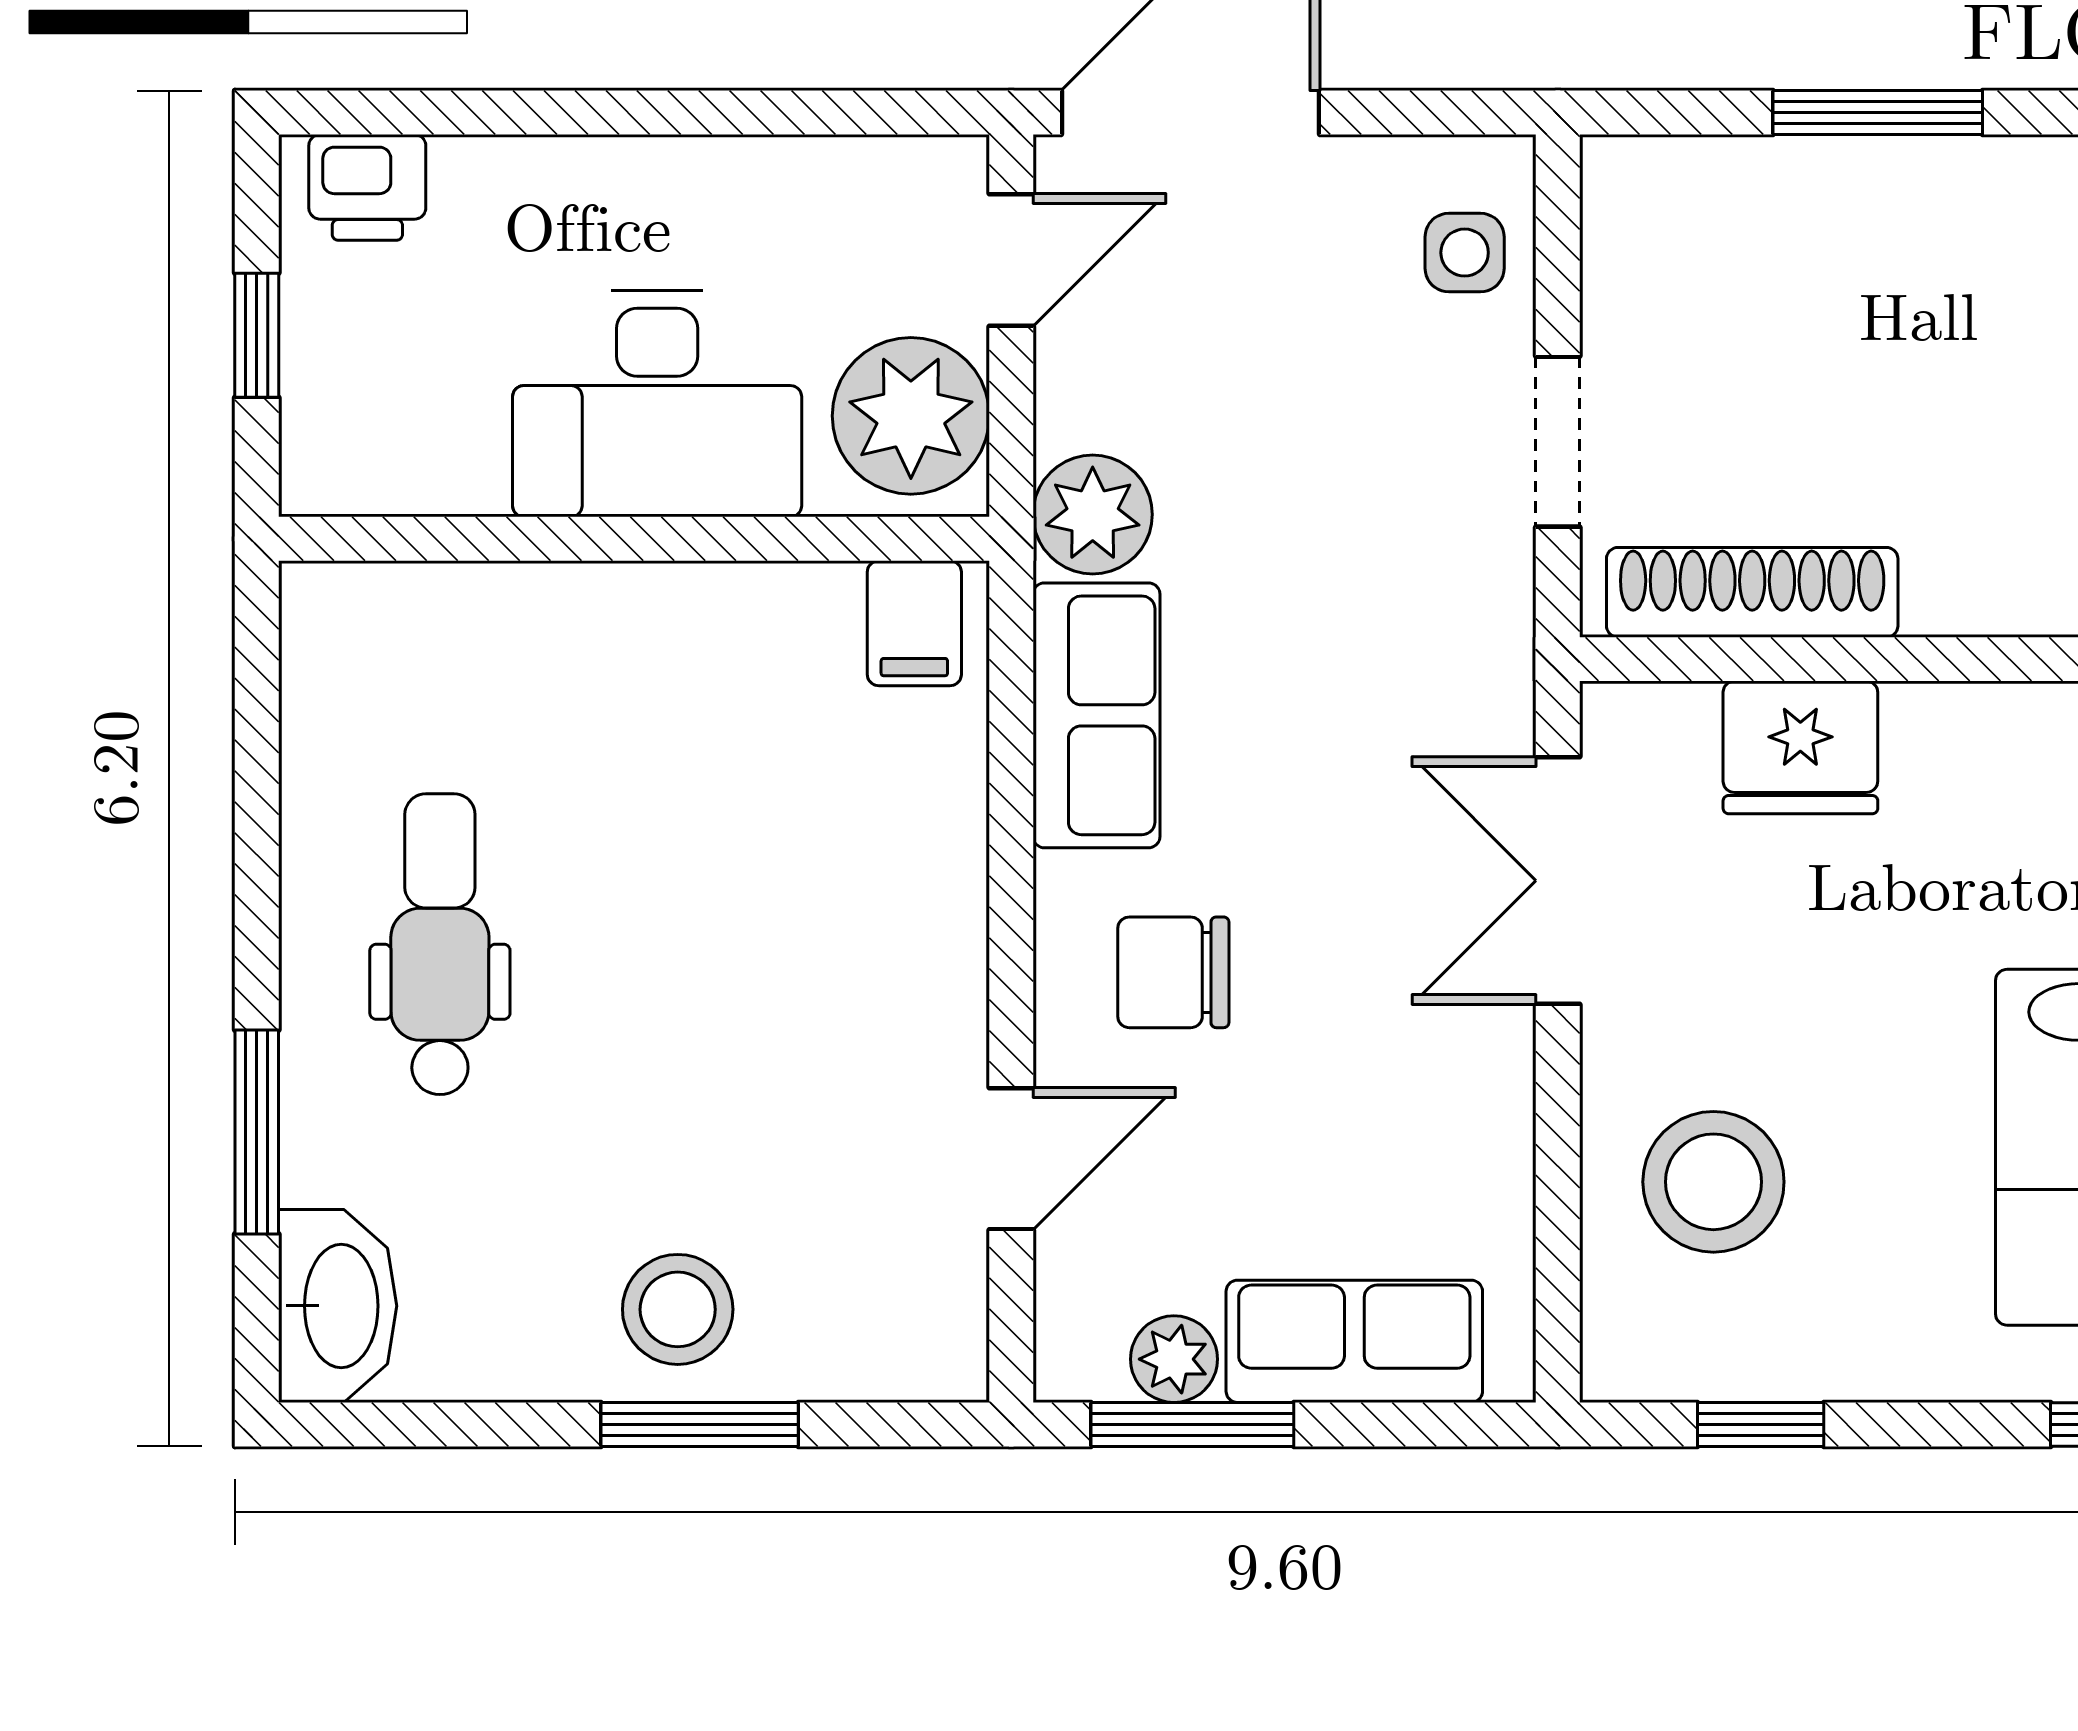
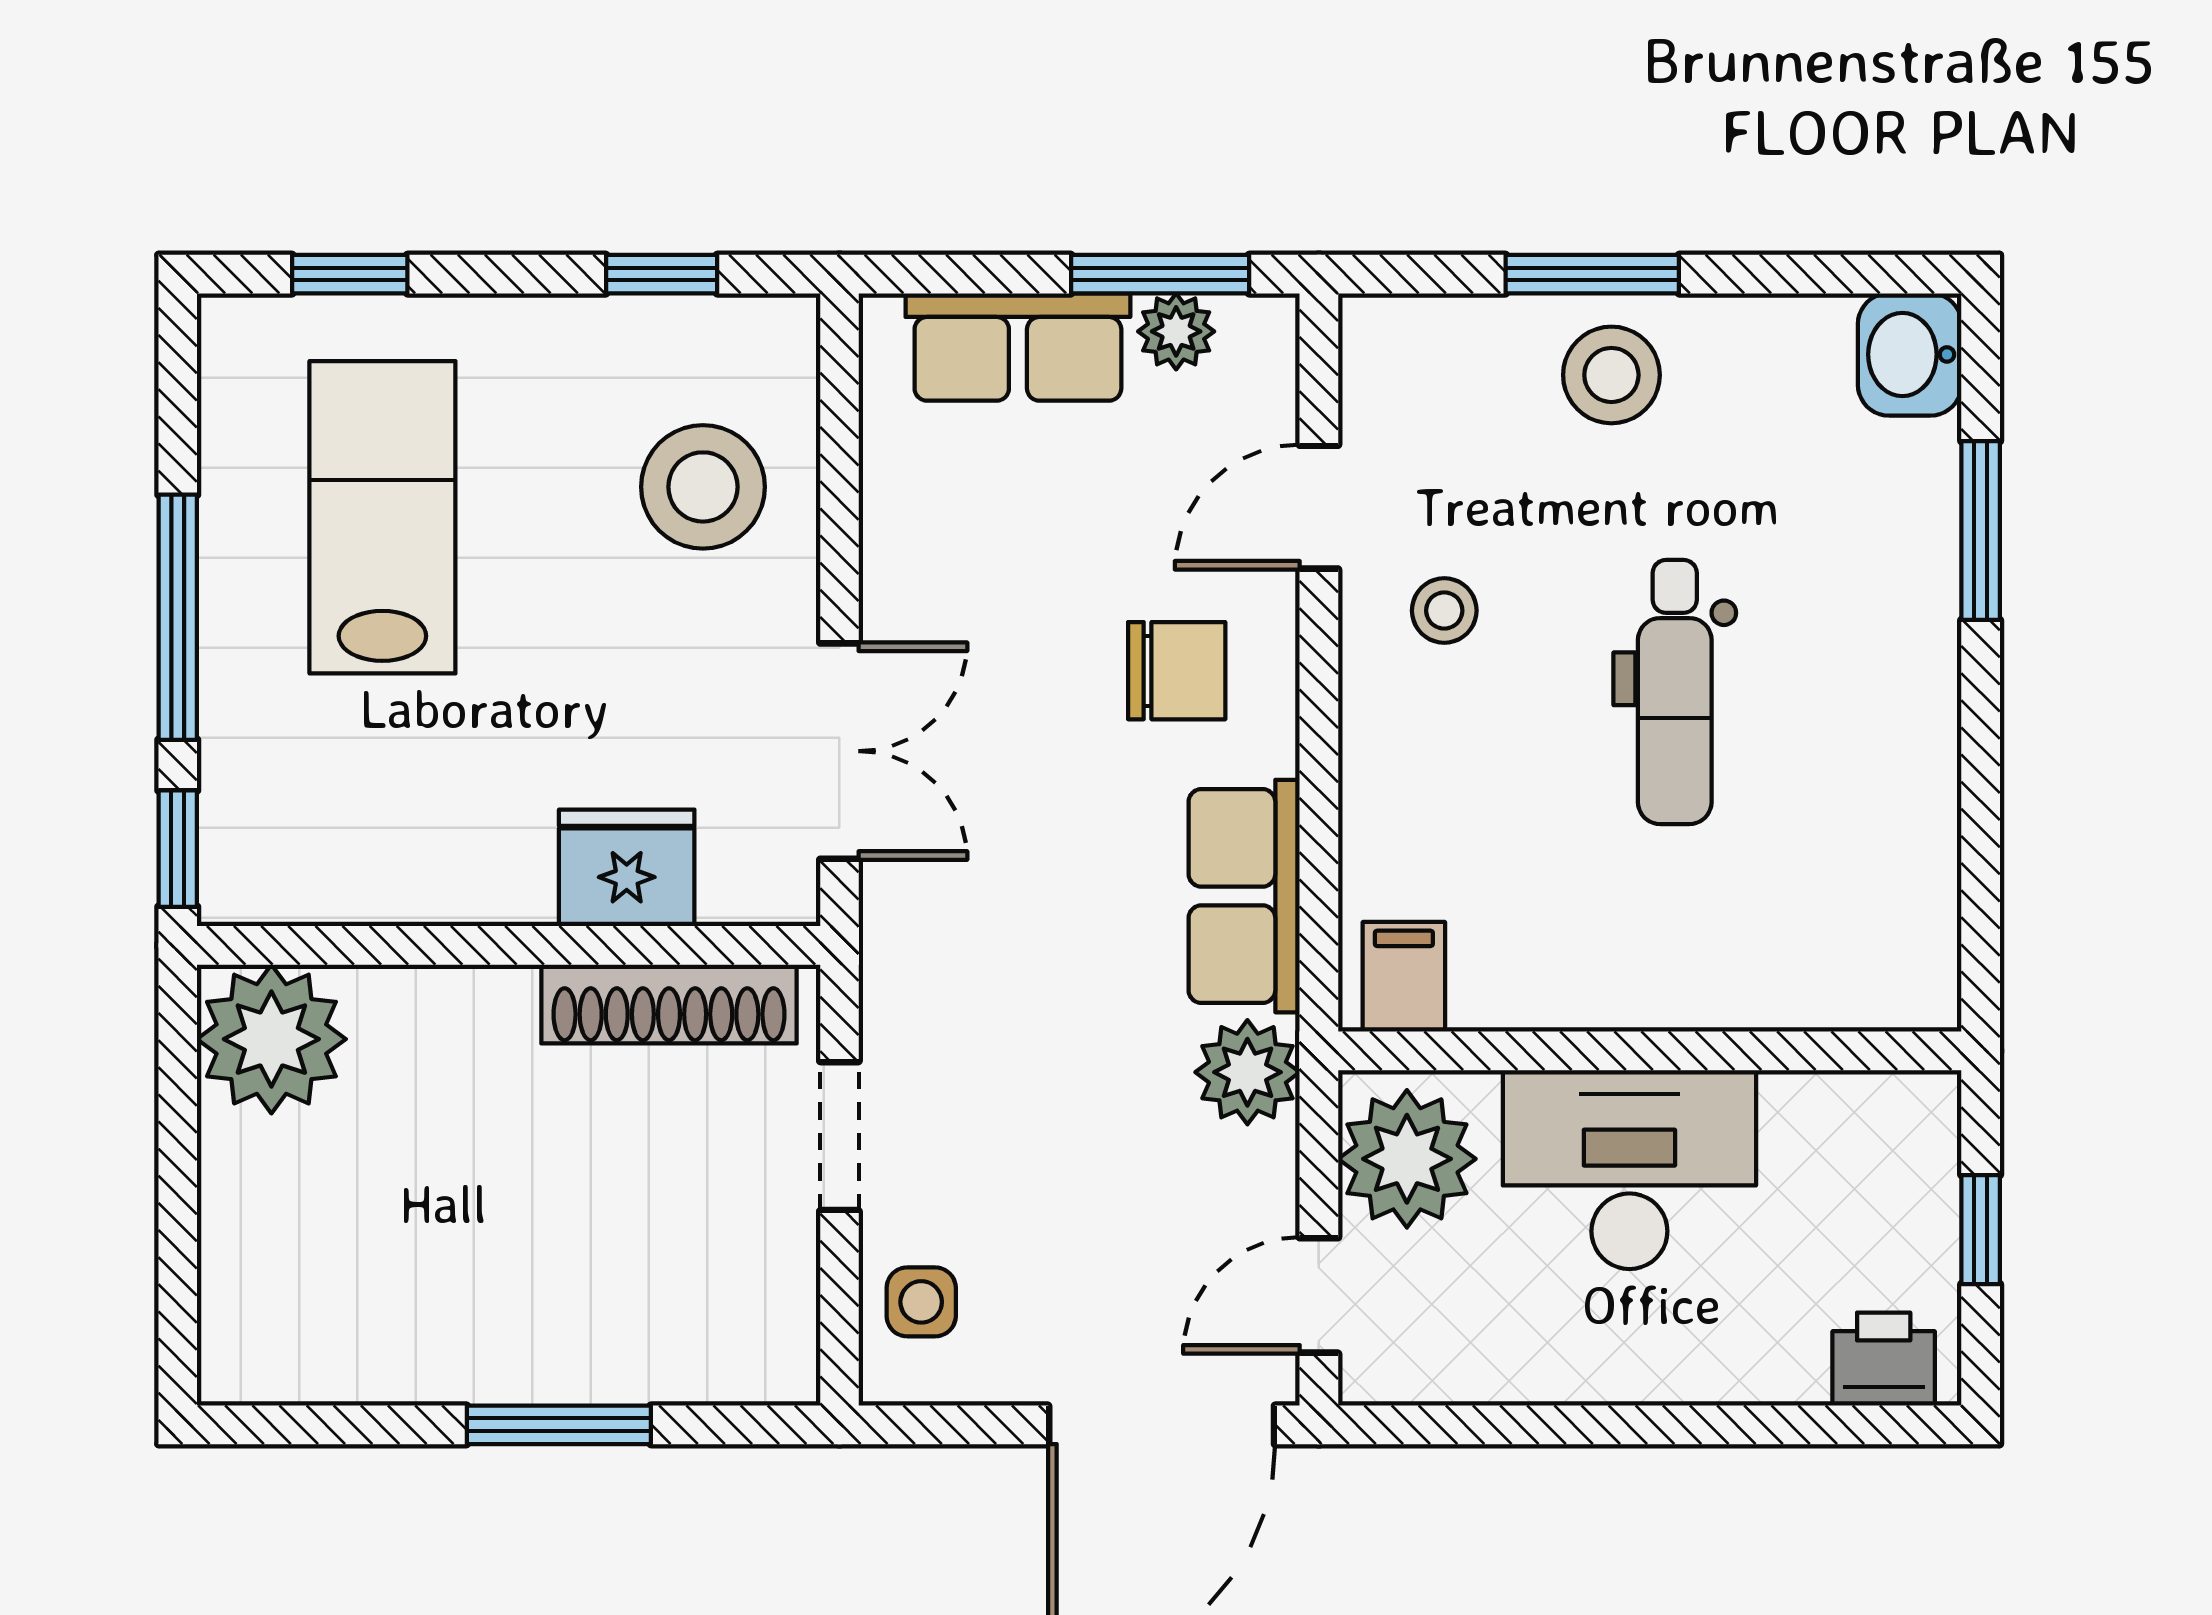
dental chair: (440, 944) -> (1675, 692), moved
stool: (868, 1041) -> (1444, 611), added
washbasin: (338, 1306) -> (1910, 354), width x0.72

